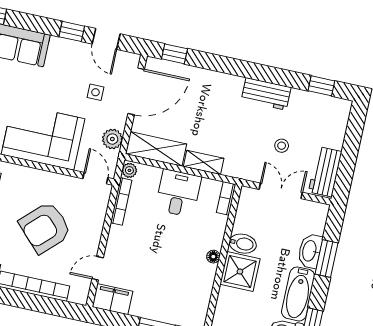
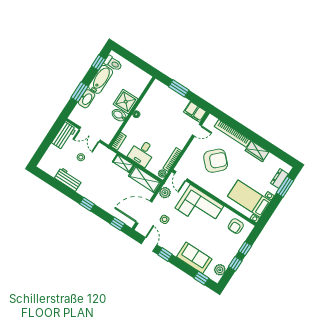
window: (321, 86) -> (87, 204), moved
workbench: (266, 94) -> (68, 179), moved

